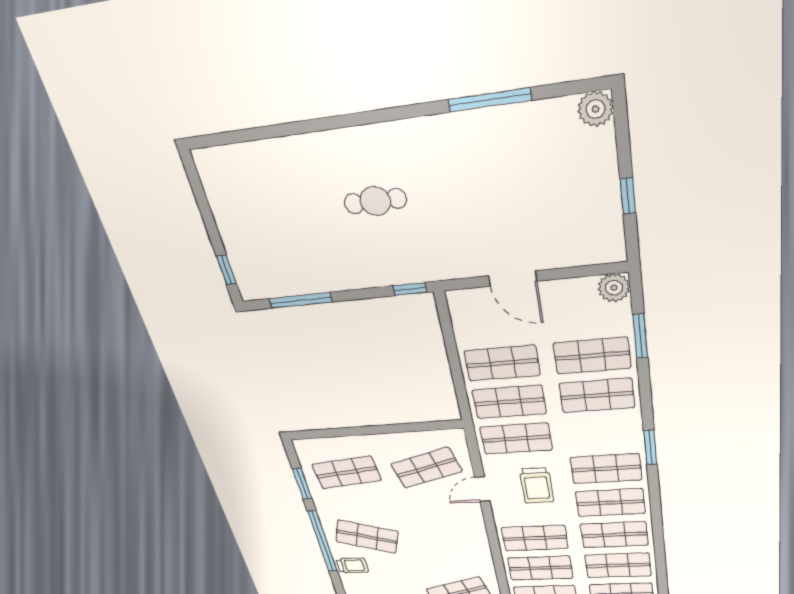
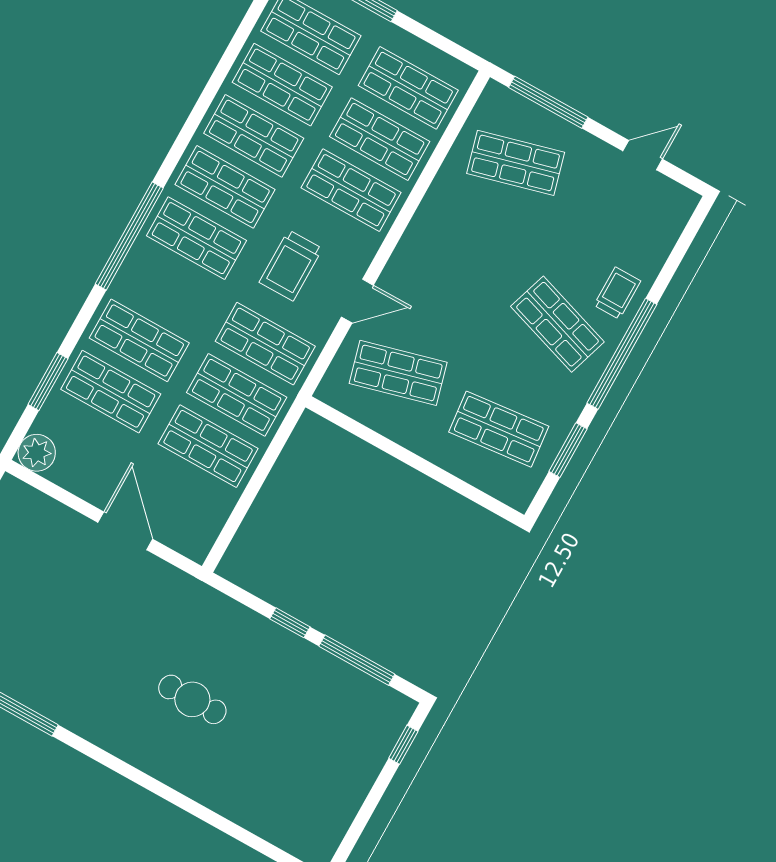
window: (410, 289) -> (290, 623), moved
window: (650, 447) -> (129, 236), width x2.11
trolley: (537, 486) -> (291, 265), turned 180
trolley: (352, 565) -> (617, 293), turned 90

